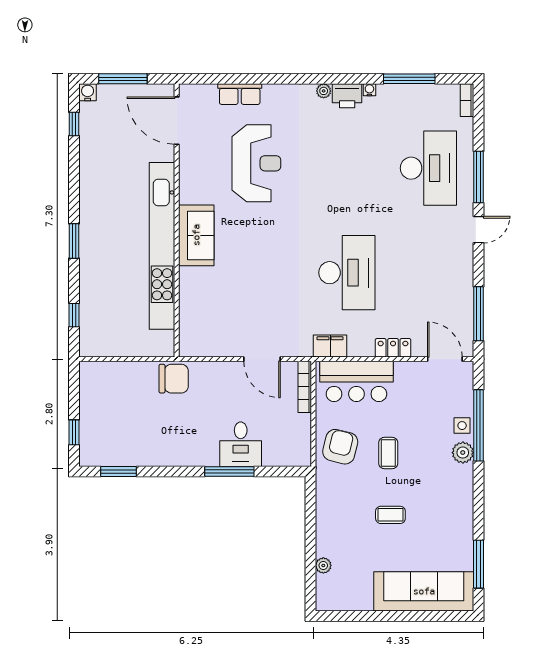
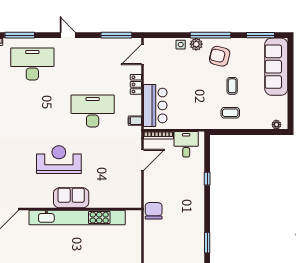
reception desk: (256, 163) -> (59, 160), moved
window: (478, 177) -> (20, 35), moved
filing cabinet: (330, 346) -> (135, 121), width x0.50
window: (478, 425) -> (210, 35), moved
desk: (241, 444) -> (186, 144), moved, turned -90
armchair: (340, 447) -> (220, 56), moved
coffee table: (388, 453) -> (230, 113), moved
window: (229, 471) -> (207, 179), width x0.46
plant: (323, 565) -> (276, 125), moved

